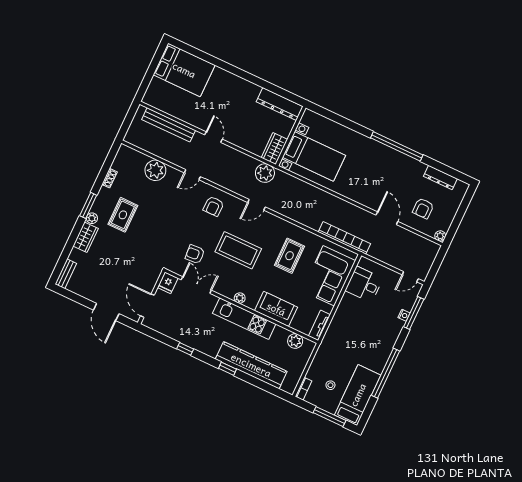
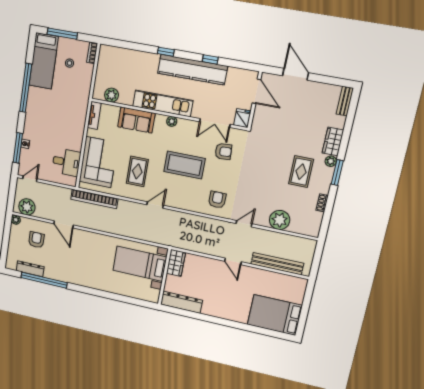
window: (397, 146) -> (44, 280), moved
plant: (265, 173) -> (27, 207), moved
door: (256, 205) -> (155, 205), moved
kitchen counter: (251, 365) -> (192, 70), moved

